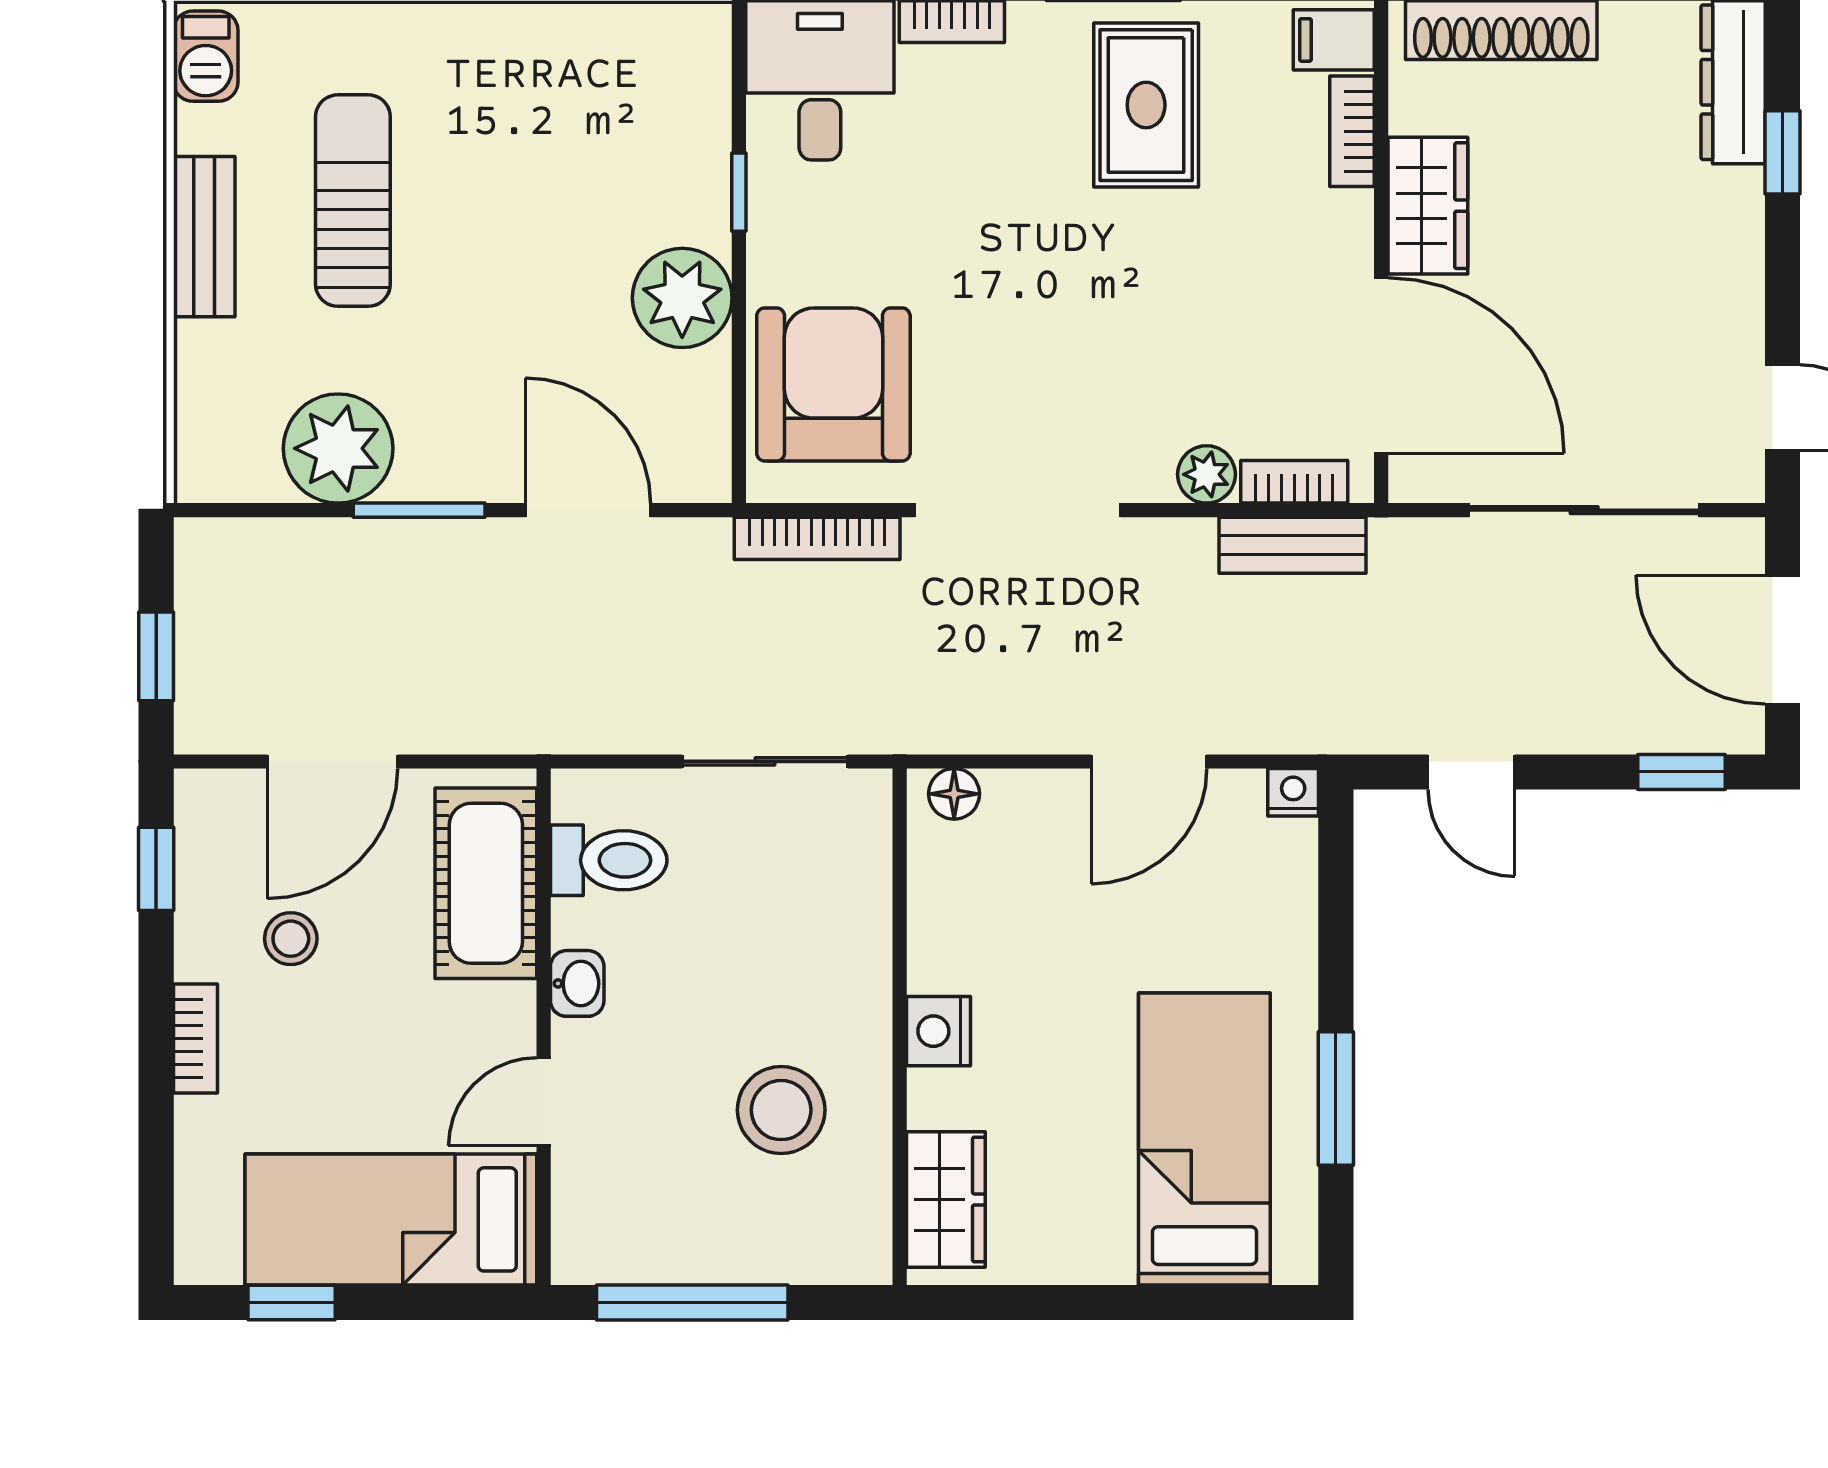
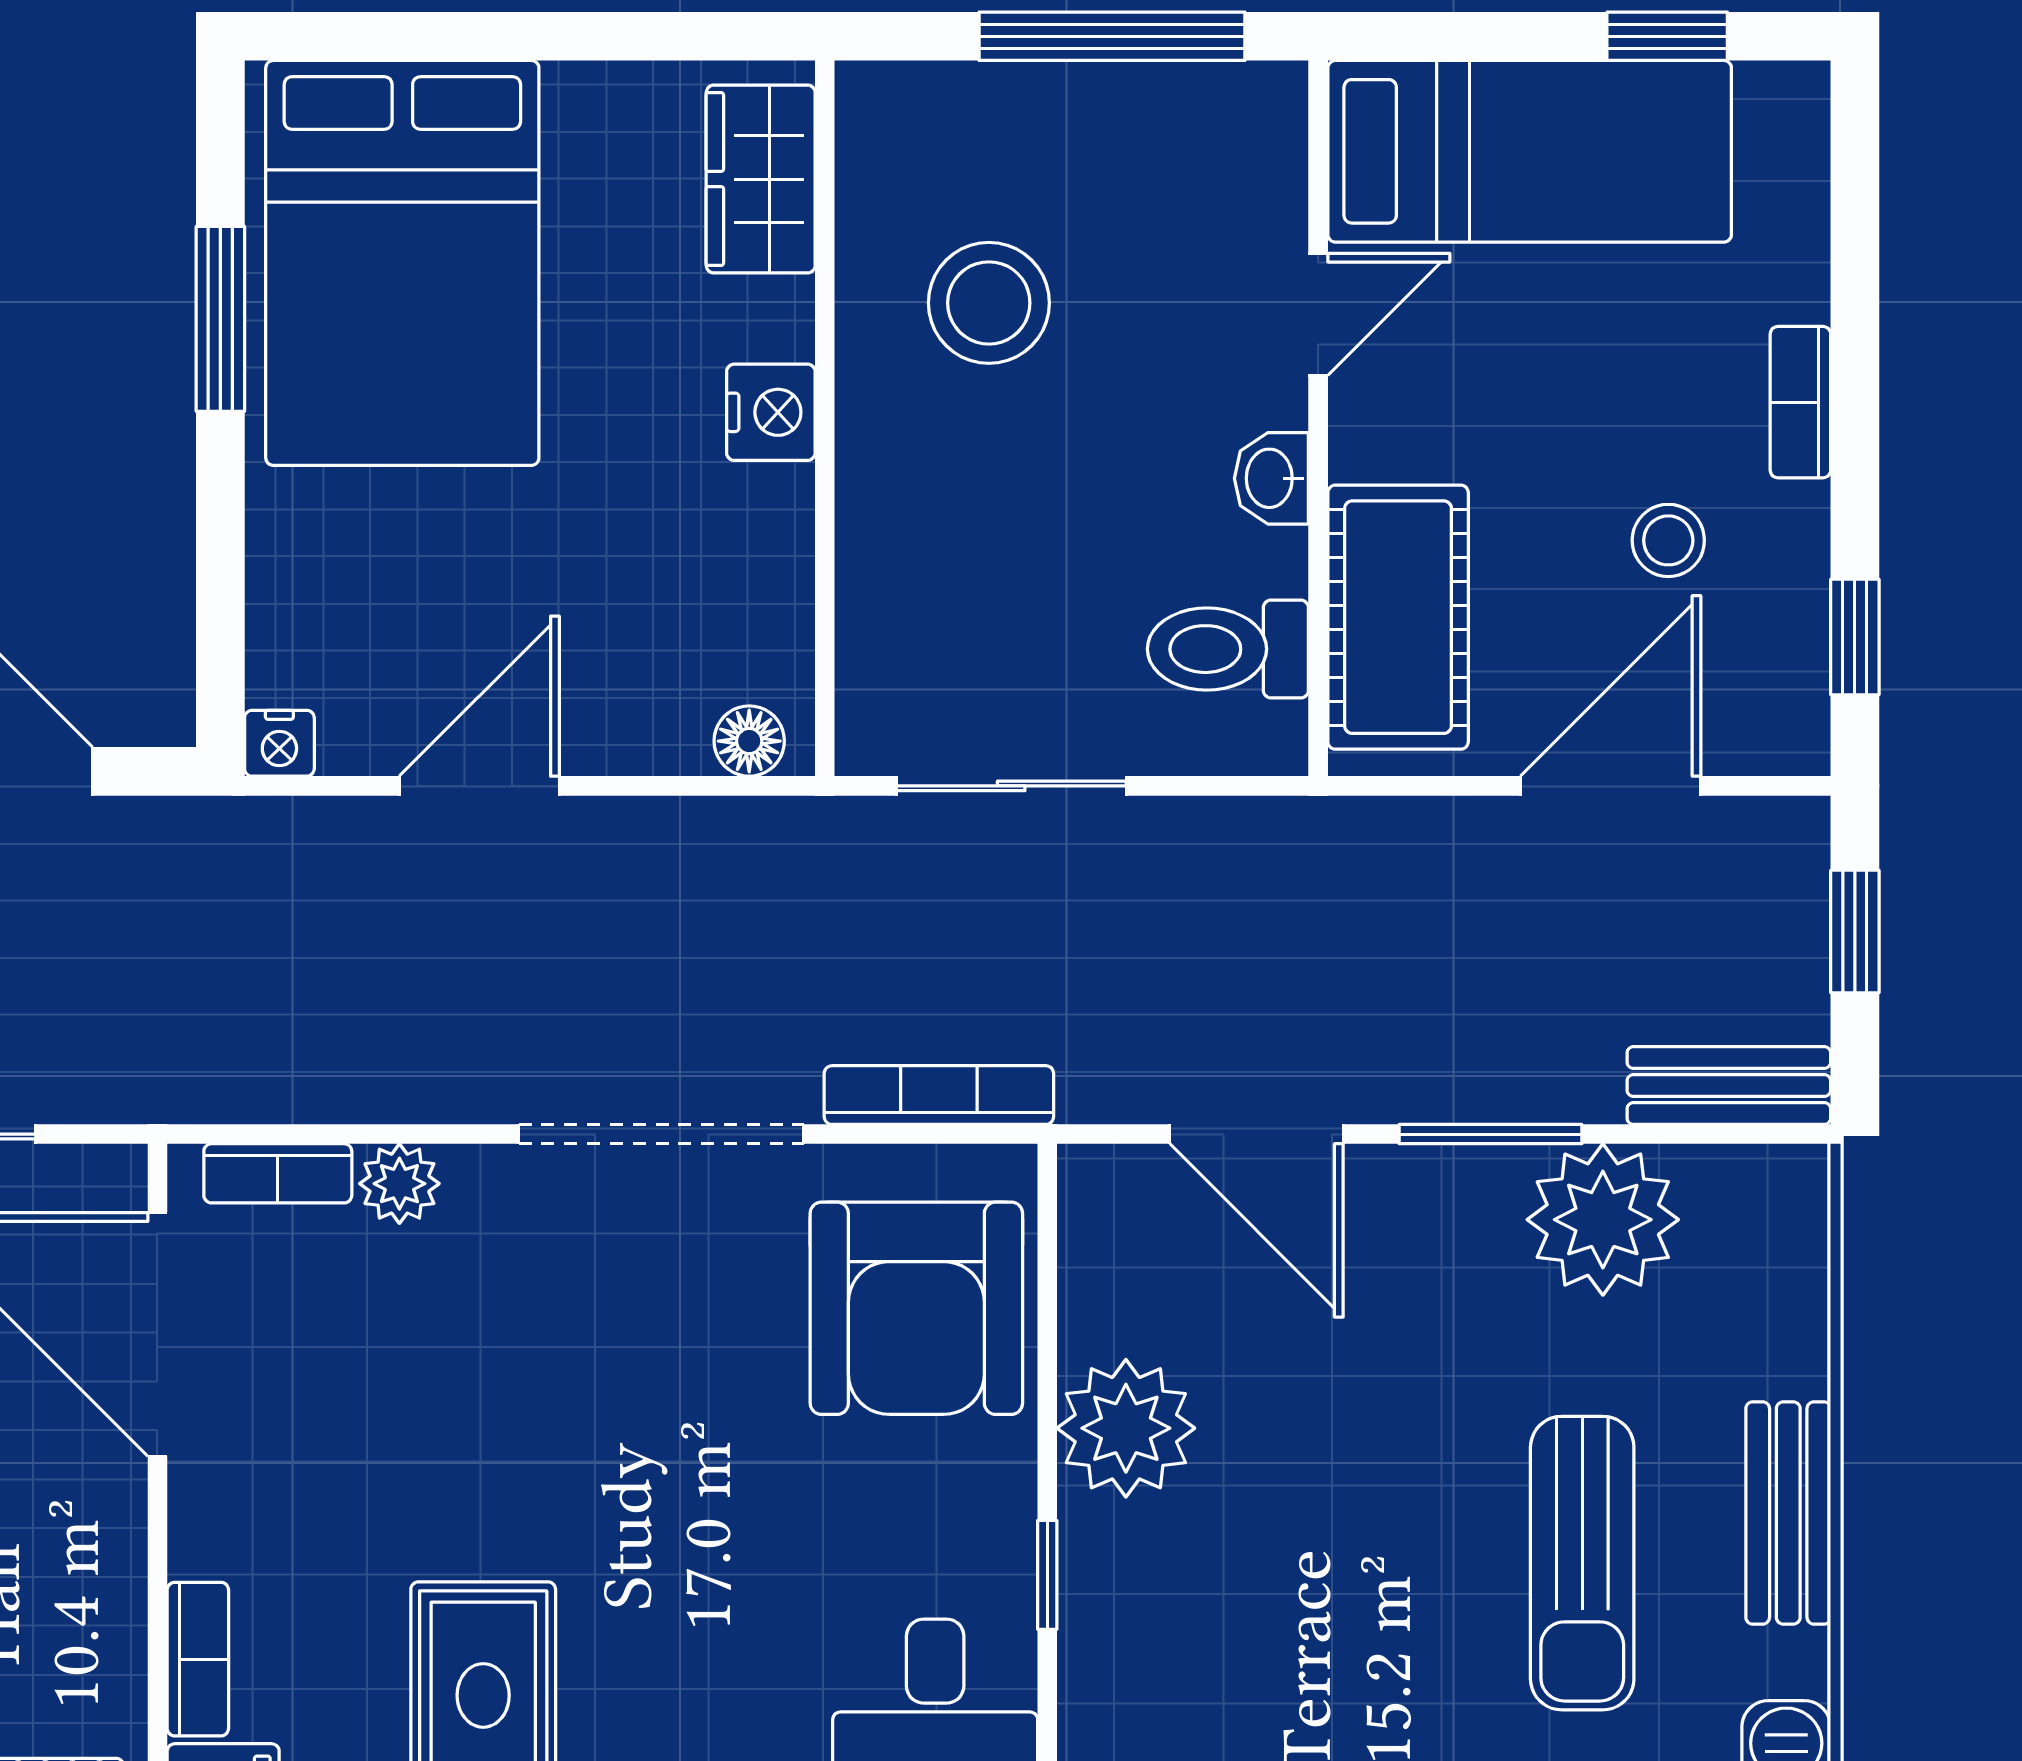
wardrobe: (1428, 206) -> (93, 1556), removed
bench: (1292, 545) -> (1729, 1086), moved
bed: (1204, 1139) -> (402, 263), width x1.50

